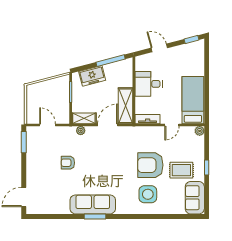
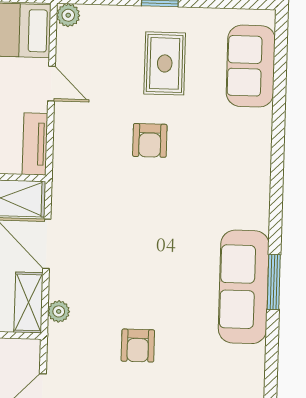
armchair: (150, 165) -> (150, 140), width x0.53, depth x0.53
side table: (148, 194) -> (222, 149), removed
sofa: (195, 198) -> (251, 66), moved, turned 90

